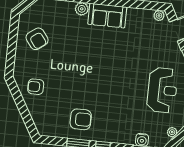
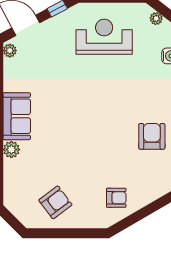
armchair: (36, 87) -> (116, 198), turned -90

